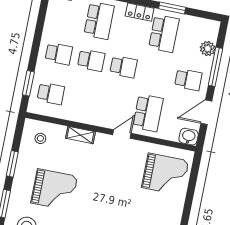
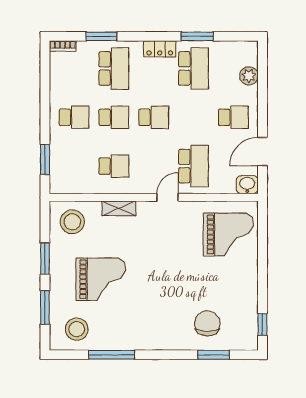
window: (215, 67) -> (262, 96), removed
school desk: (51, 93) -> (114, 166), moved
stool: (40, 138) -> (72, 222), width x1.89, depth x1.89

